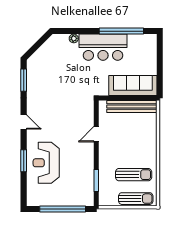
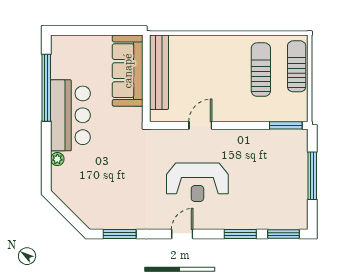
door: (96, 134) -> (200, 125), swing flipped
reception desk: (46, 163) -> (197, 182), moved
window: (96, 180) -> (286, 125), moved
window: (24, 190) -> (283, 234), added
window: (63, 209) -> (312, 176), width x0.68

